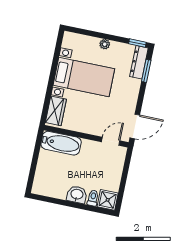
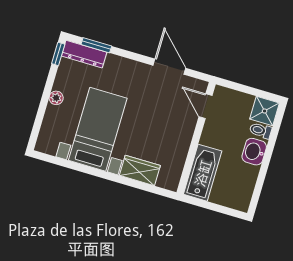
wall: (86, 136) -> (196, 138), moved
door: (111, 141) -> (206, 106), moved
bathtub: (61, 143) -> (203, 173), moved

